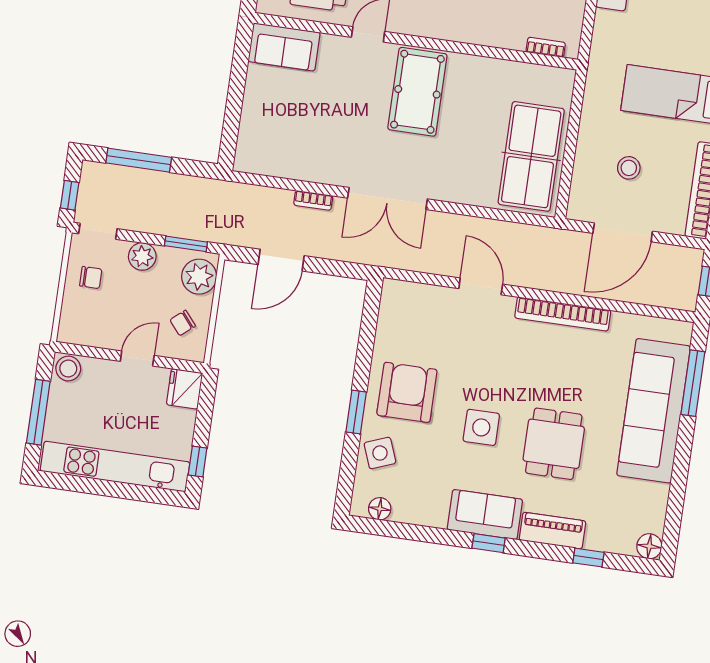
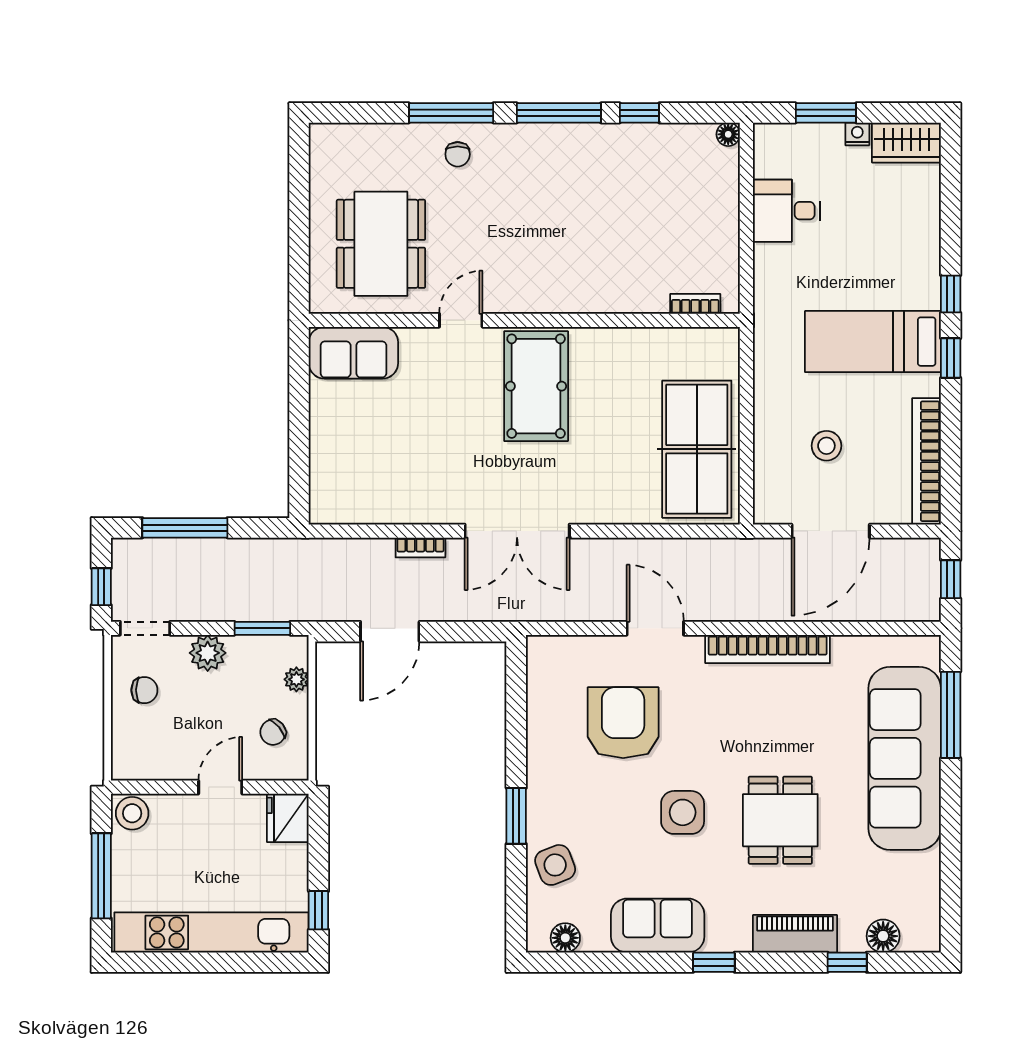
plant: (199, 277) -> (296, 679), width x0.53, depth x0.53
armchair: (407, 392) -> (623, 723), moved
sofa: (485, 514) -> (658, 926), moved
floor lamp: (649, 546) -> (883, 936), moved

